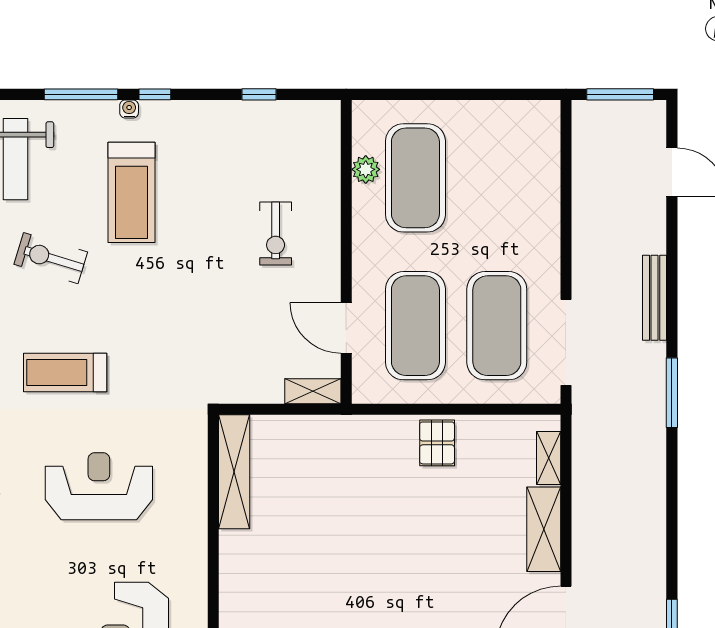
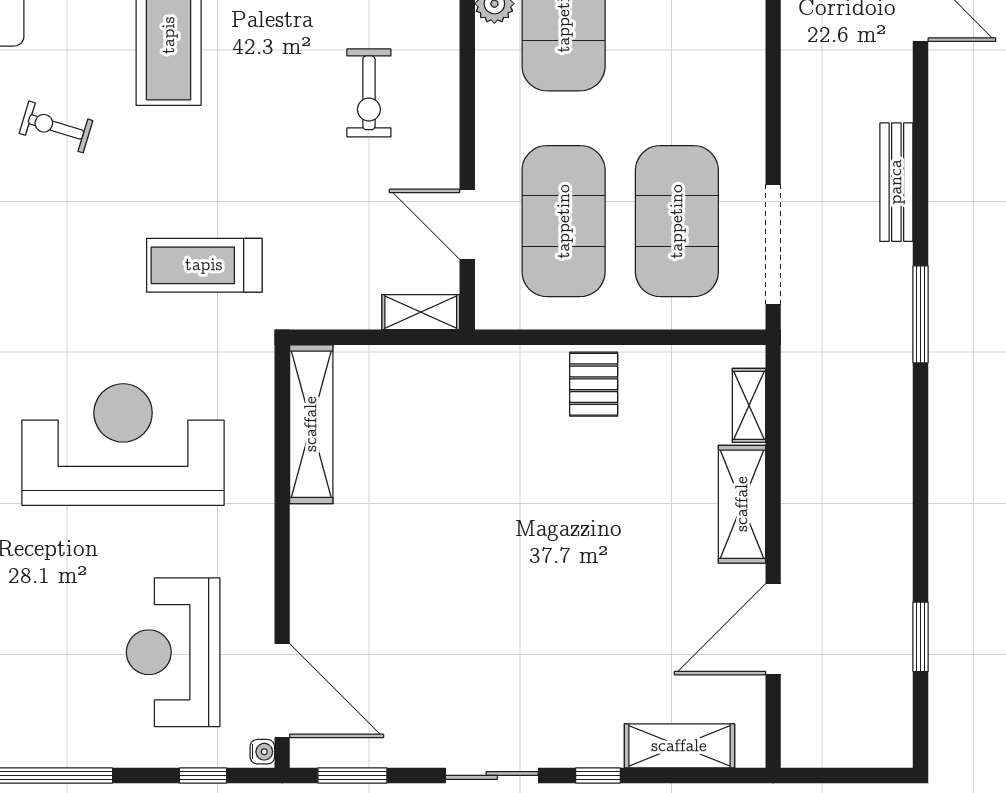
exercise bike: (51, 258) -> (56, 127), width x0.73, depth x0.72
treadmill: (65, 372) -> (204, 265), moved
reception desk: (99, 486) -> (123, 445), width x1.36, depth x1.30

